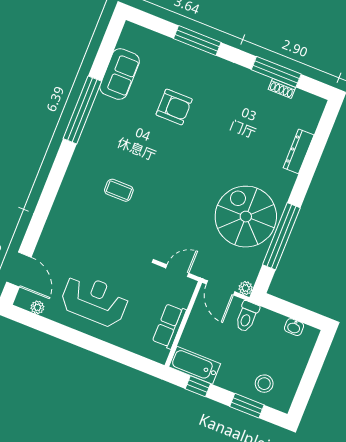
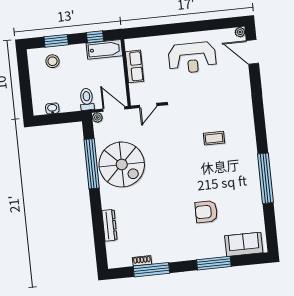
sofa: (120, 74) -> (244, 244), moved, turned 90
plant: (37, 307) -> (240, 32), moved

